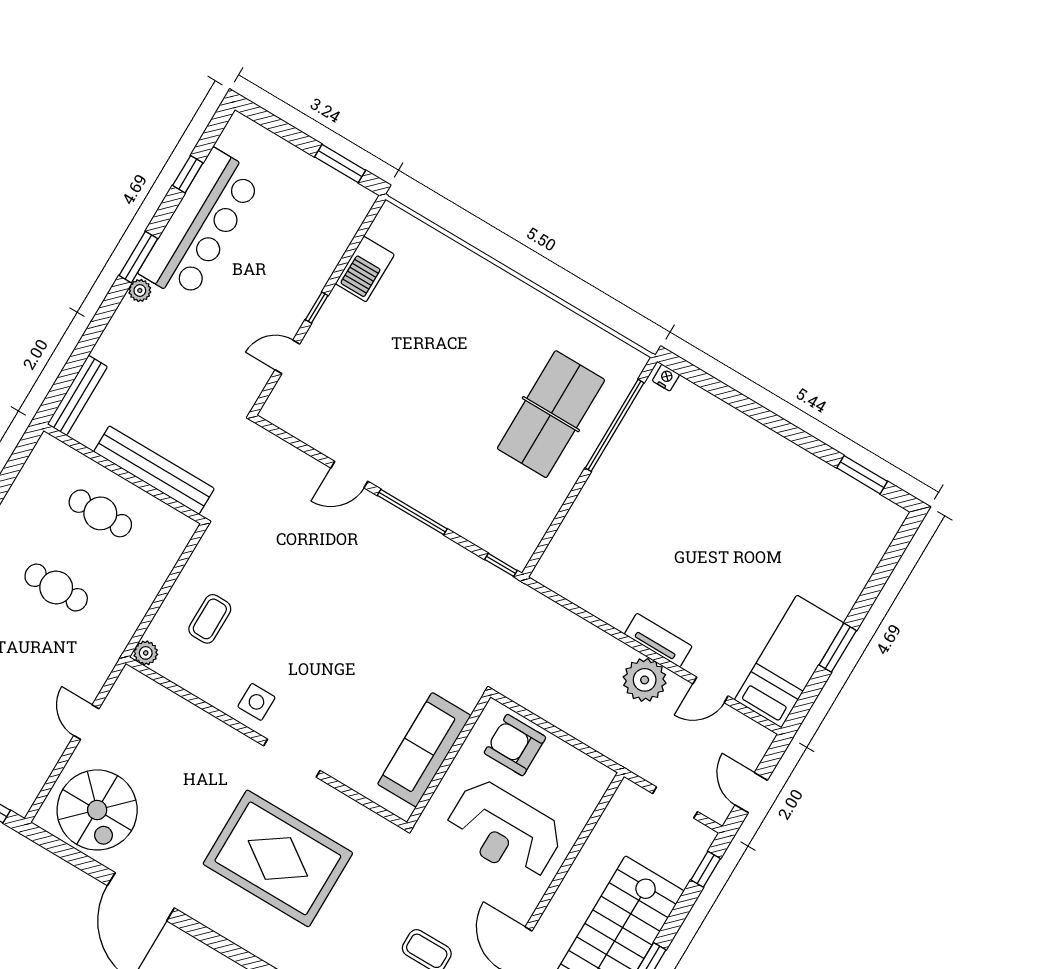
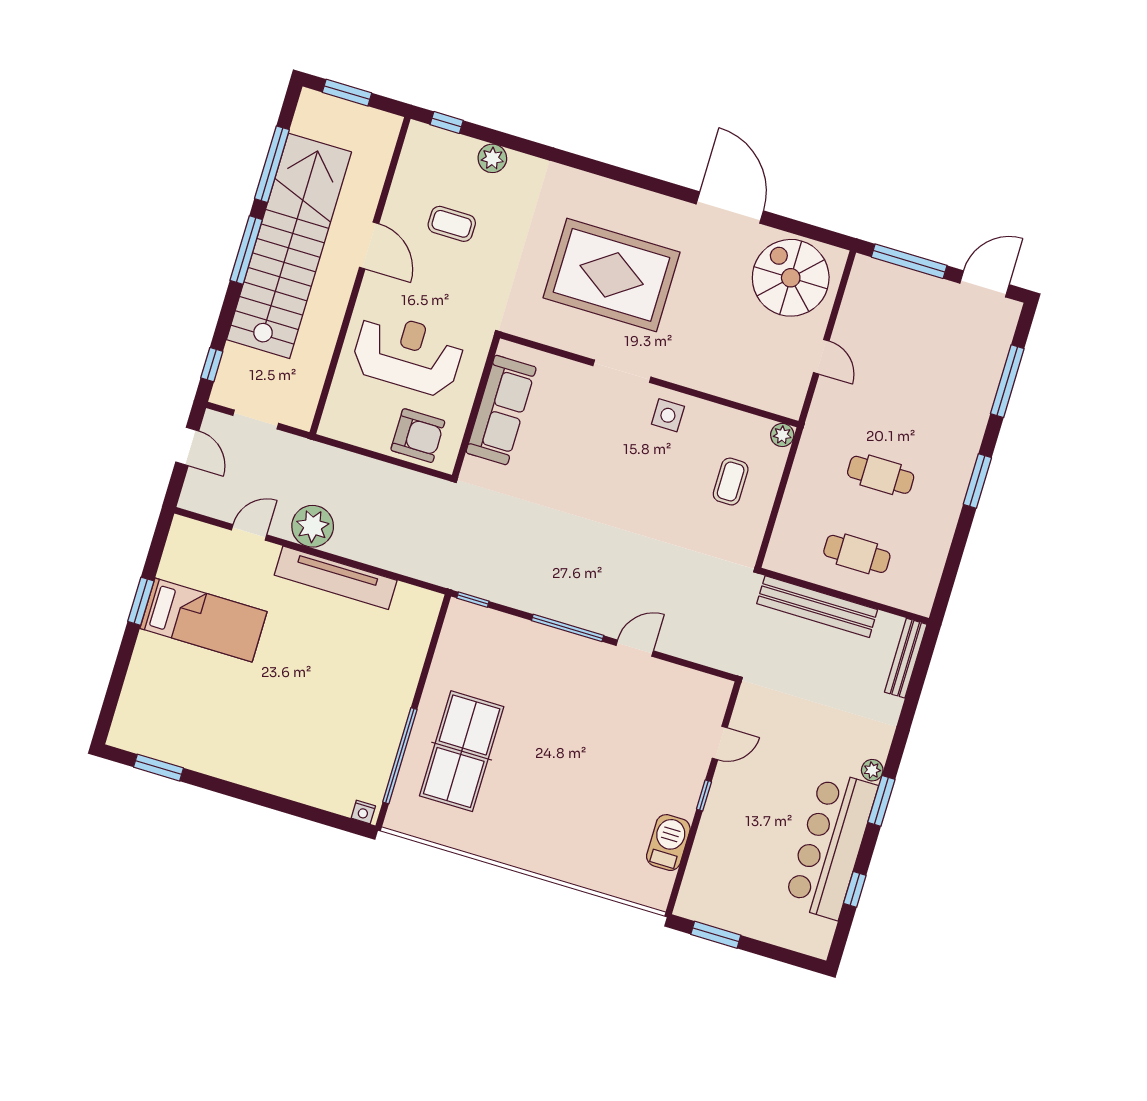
tv unit: (658, 640) -> (336, 578), width x1.92, depth x1.29
bed: (789, 661) -> (204, 620), moved, turned -90

